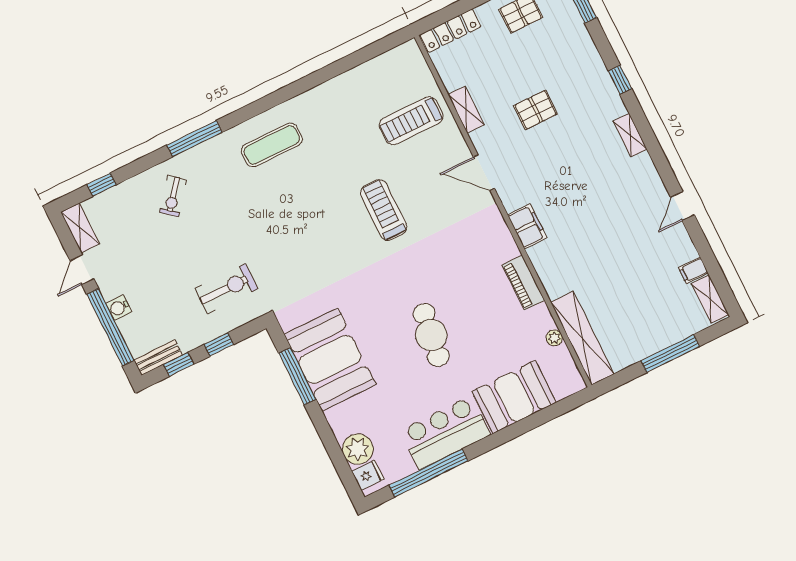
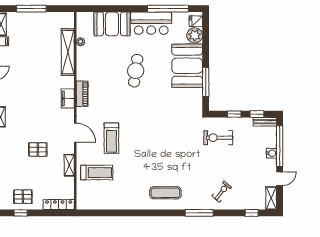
treadmill: (384, 210) -> (111, 138), moved
piano: (523, 283) -> (82, 94), moved
shelving: (582, 338) -> (68, 52), moved
booth: (330, 359) -> (187, 66), moved

